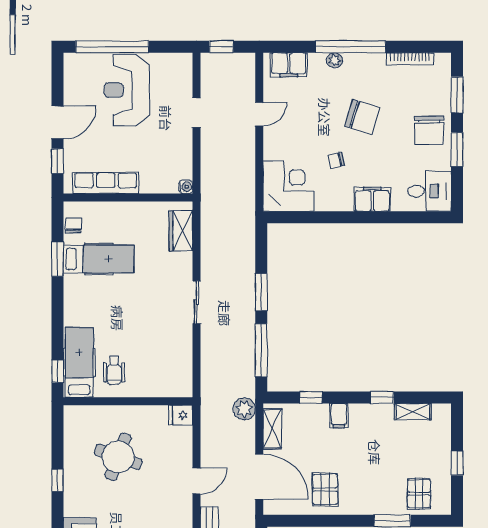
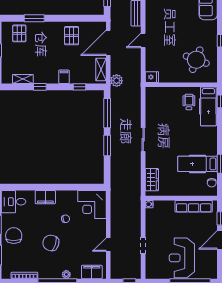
reception desk: (127, 90) -> (182, 258), turned 180
round table: (118, 457) -> (196, 60), moved
door: (259, 477) -> (108, 43), hinge flipped

